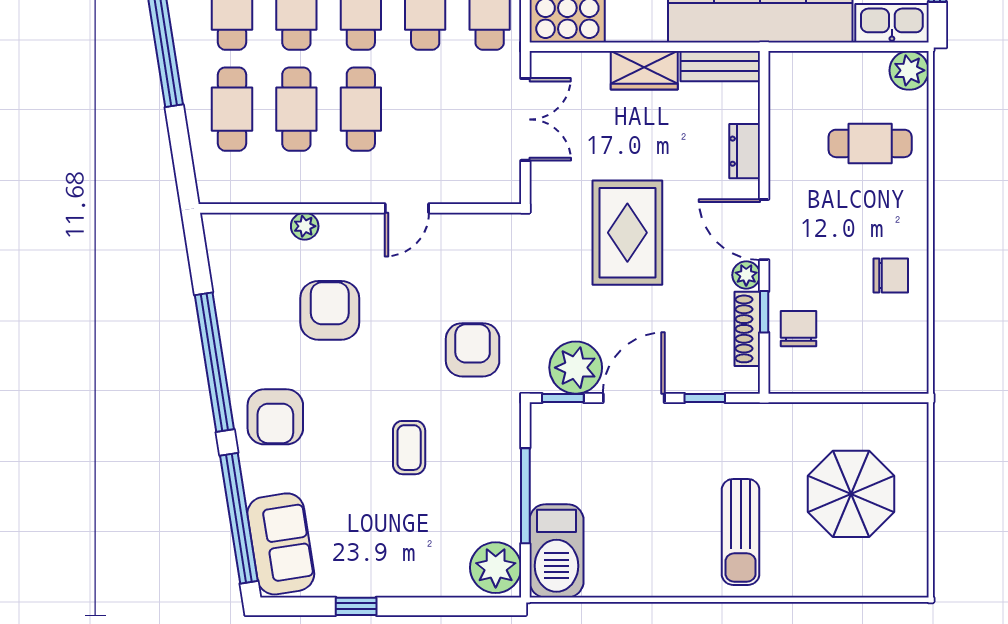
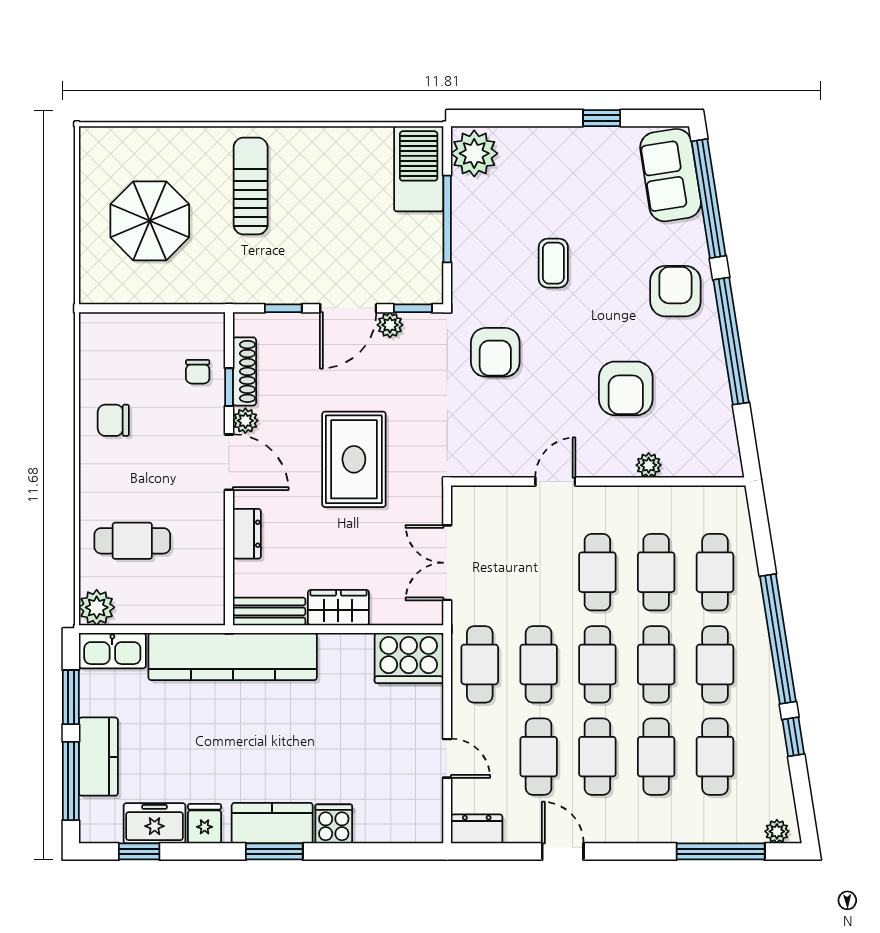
chair: (798, 329) -> (198, 372), width x0.73, depth x0.73
plant: (576, 368) -> (390, 325), width x0.53, depth x0.53

